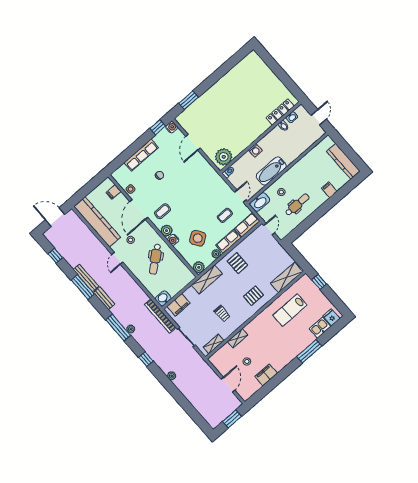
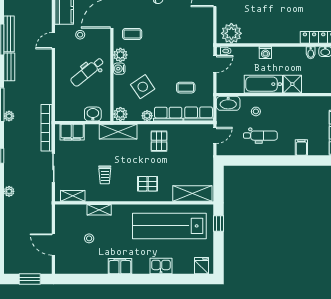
shower: (289, 155) -> (292, 84), added
door: (240, 196) -> (215, 64), moved
washbasin: (163, 298) -> (93, 114), moved
lab bench: (290, 310) -> (169, 226), width x1.86, depth x1.39
kitchen sink: (320, 328) -> (161, 266), moved
window: (309, 351) -> (154, 279), removed
filing cabinet: (266, 375) -> (120, 266), moved
door: (228, 385) -> (53, 245), swing flipped

